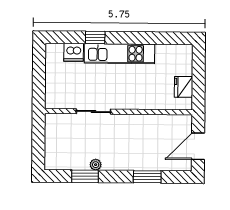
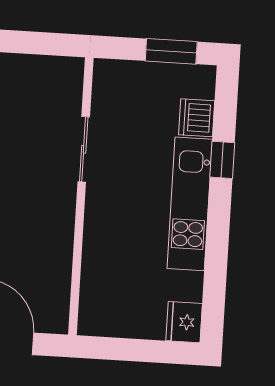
window: (39, 68) -> (171, 51), added
fridge: (184, 87) -> (184, 322), moved, turned -90

